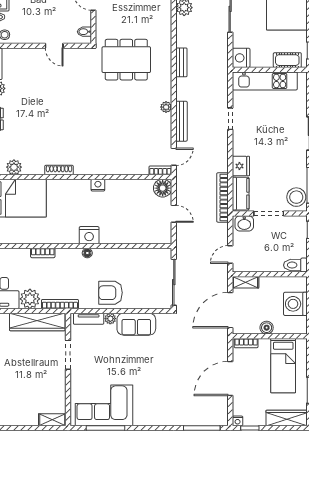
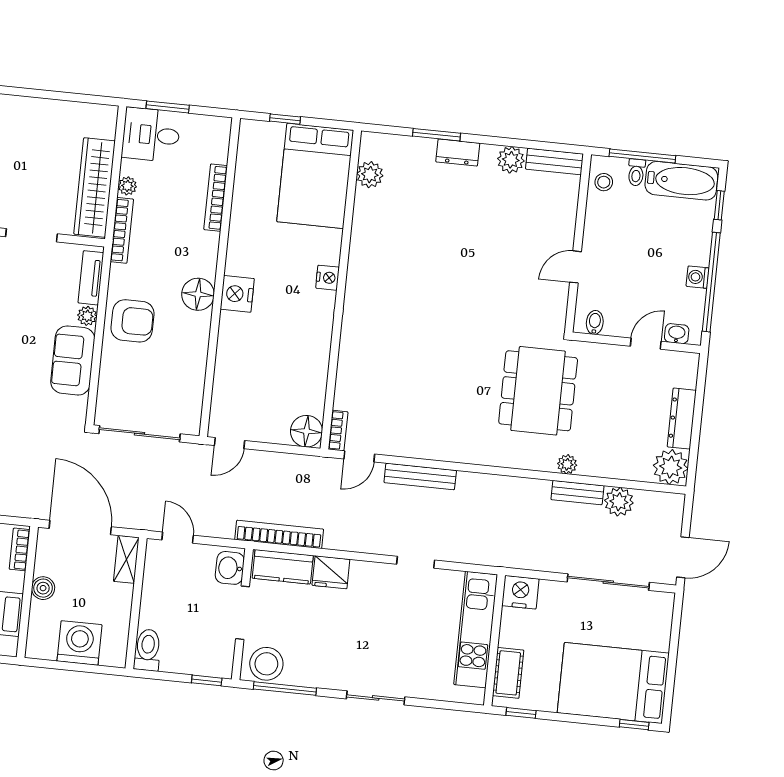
bench: (181, 62) -> (577, 493), moved
plant: (166, 107) -> (567, 464), moved
door: (174, 157) -> (359, 456), hinge flipped
shoe rack: (59, 170) -> (357, 253), removed
nightstand: (98, 185) -> (328, 278), moved
door: (174, 214) -> (230, 443), moved
bookcase: (43, 253) -> (216, 198), width x1.56
floor lamp: (87, 253) -> (198, 294), width x1.89, depth x1.89
armchair: (110, 293) -> (133, 321), turned 90
plant: (30, 299) -> (127, 186), width x0.53, depth x0.53

